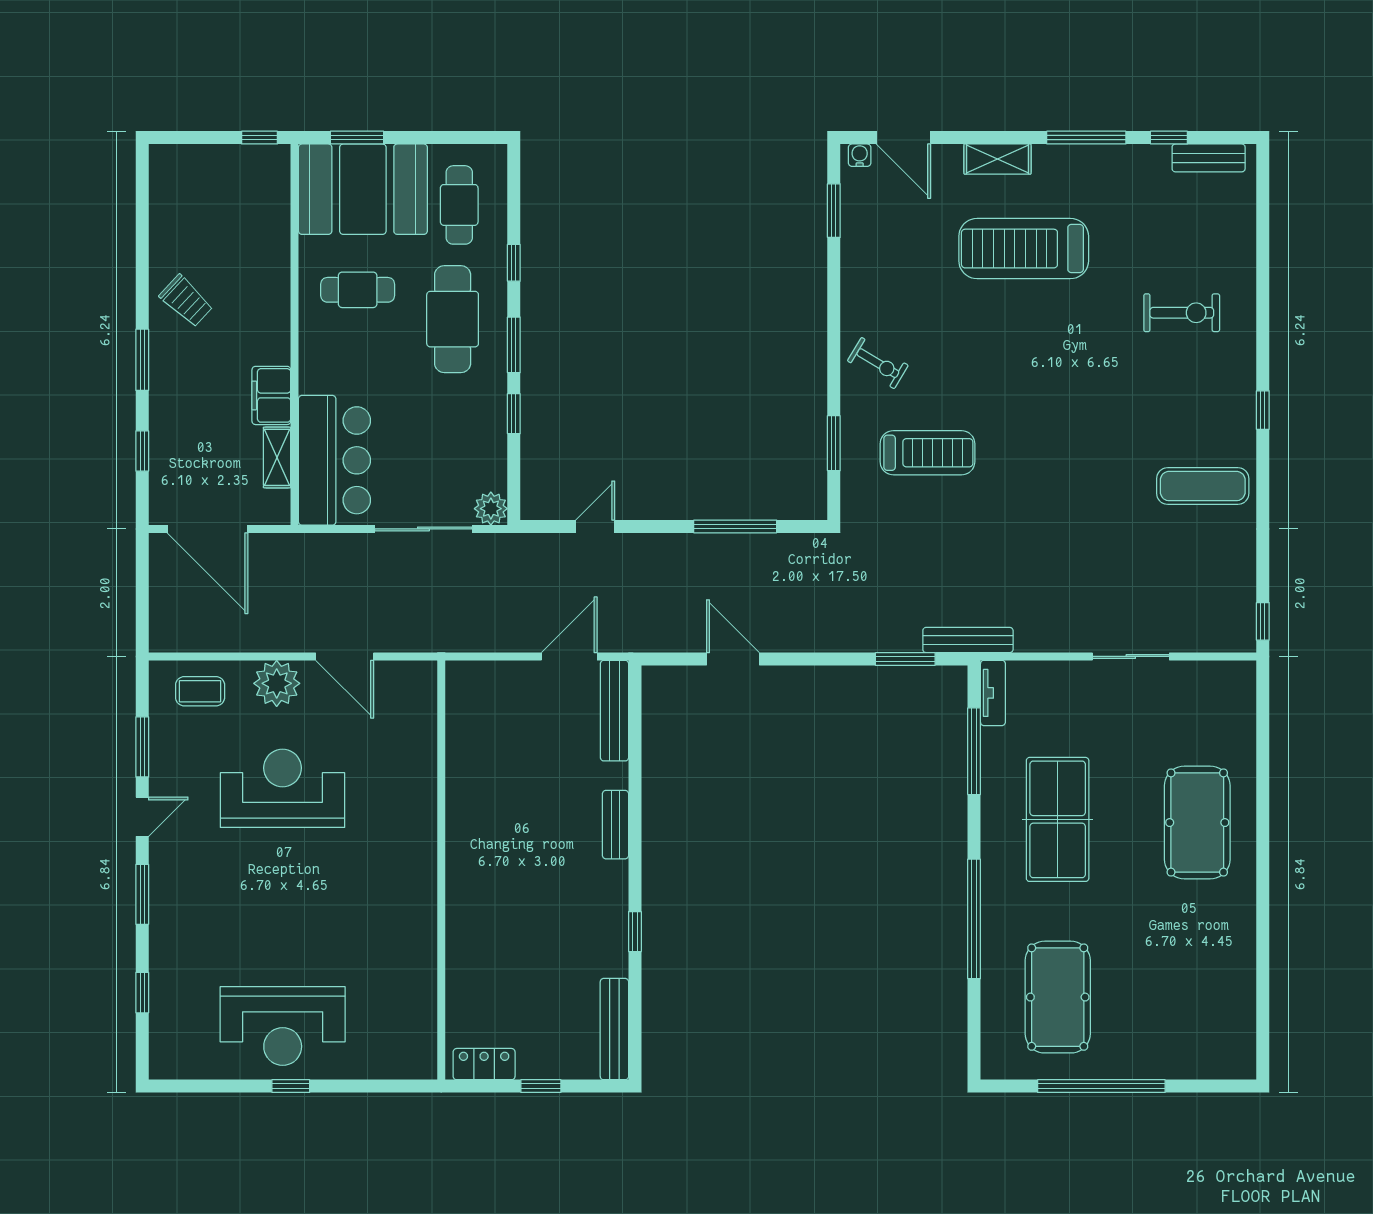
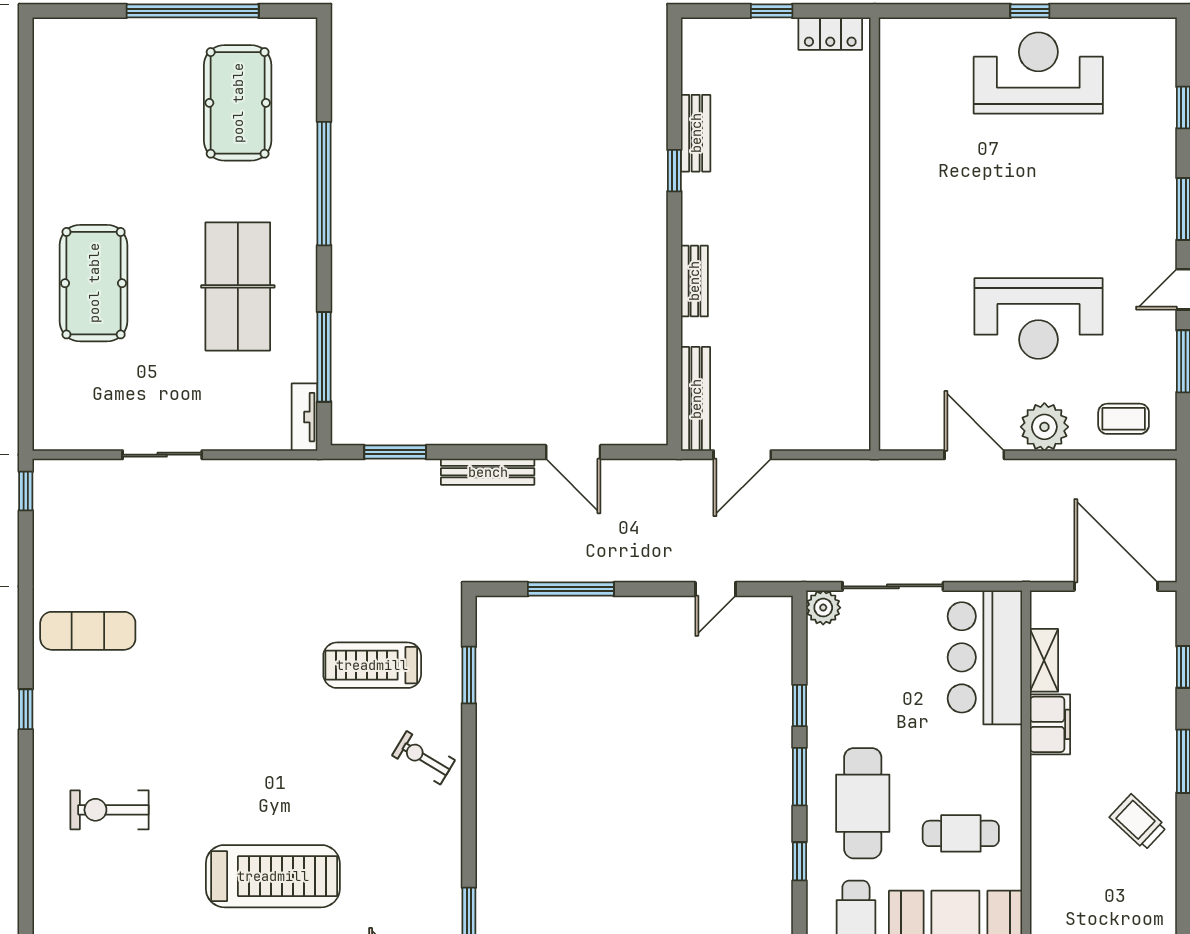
bench: (968, 640) -> (488, 472), moved
bench: (614, 1029) -> (696, 133), moved, width x0.73

